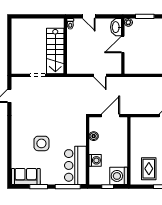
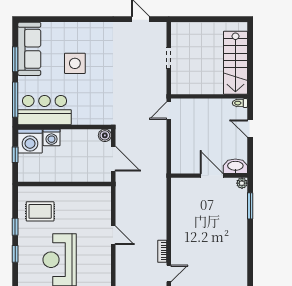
door: (89, 16) -> (250, 129), hinge flipped
stairs: (55, 51) -> (235, 63), moved, turned -90
door: (100, 75) -> (169, 111), moved
boiler: (94, 136) -> (105, 135), moved
sofa: (26, 176) -> (29, 49), width x1.36
washing machine: (119, 176) -> (30, 141), moved, turned 180

